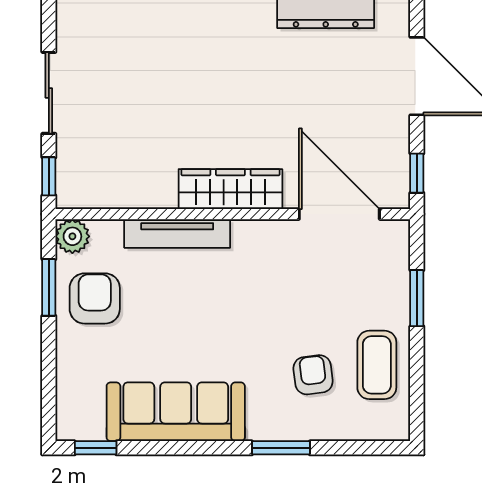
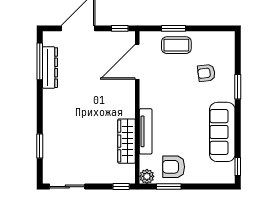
sliding door: (49, 93) -> (67, 187), moved
wardrobe: (230, 189) -> (127, 141), moved
coffee table: (377, 365) -> (176, 45), moved

